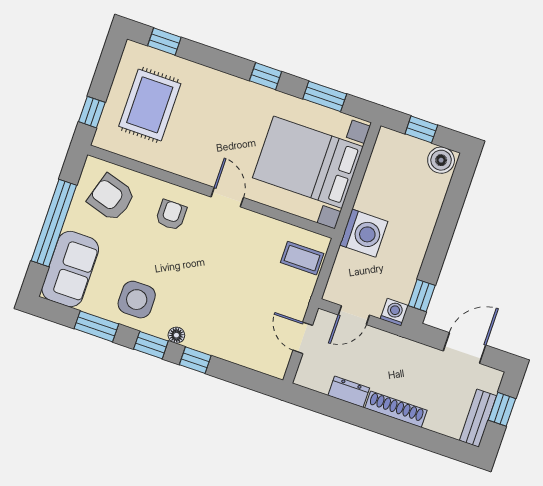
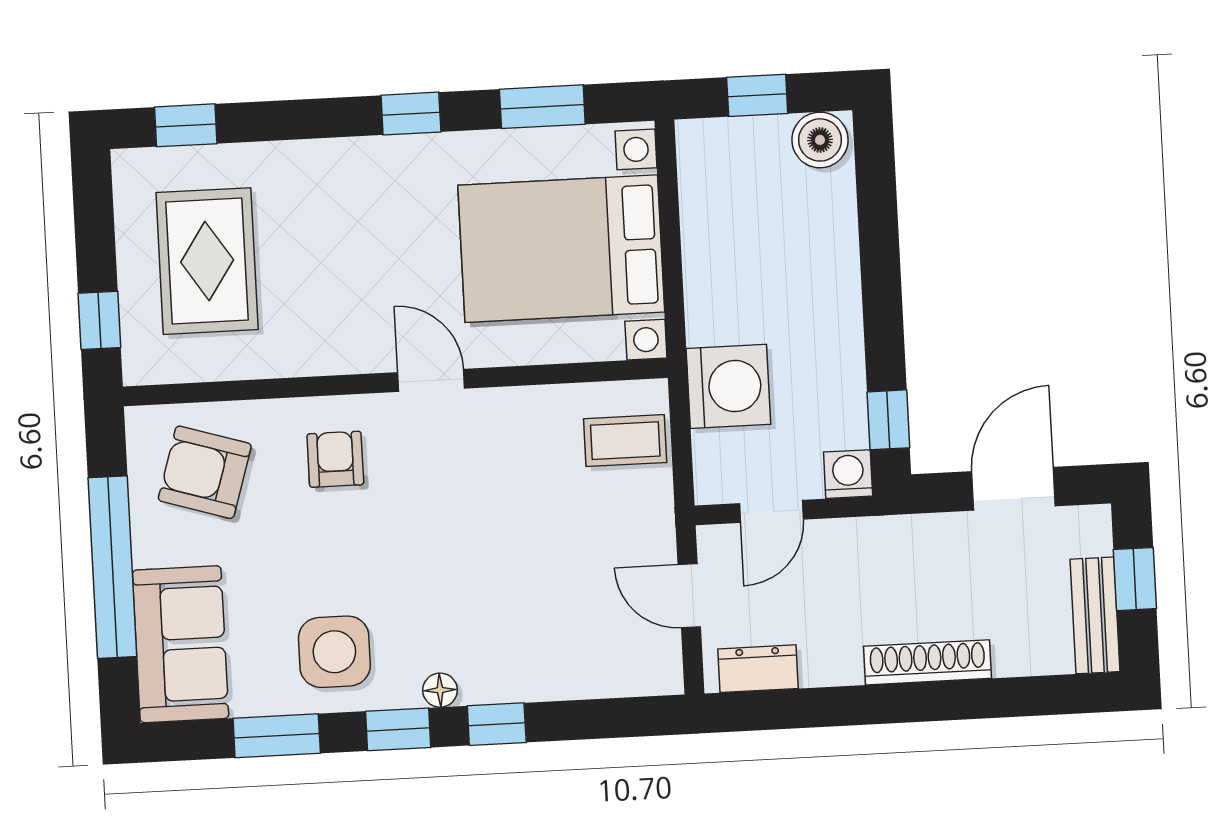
washing machine: (364, 233) -> (728, 386), moved
dresser: (349, 392) -> (758, 669), moved

